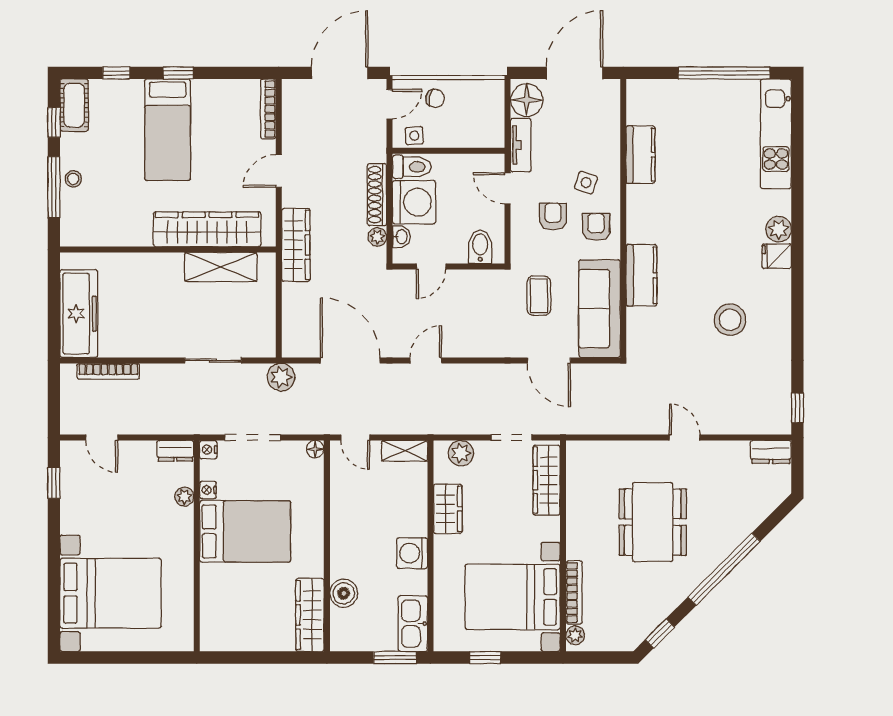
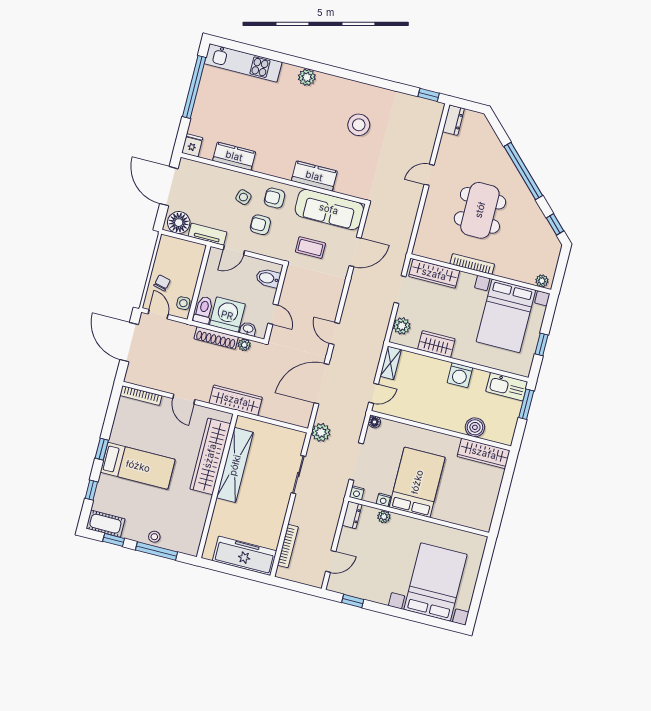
fridge: (777, 256) -> (192, 145), moved, turned 180
shelving: (221, 267) -> (235, 465), width x1.47
dining table: (653, 522) -> (480, 210), turned 90
bookcase: (574, 592) -> (472, 264), moved

